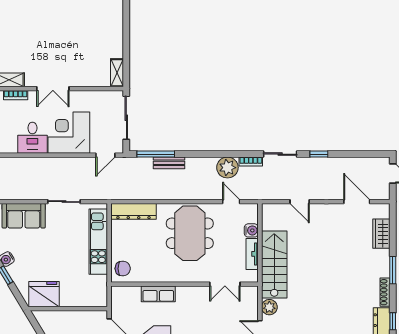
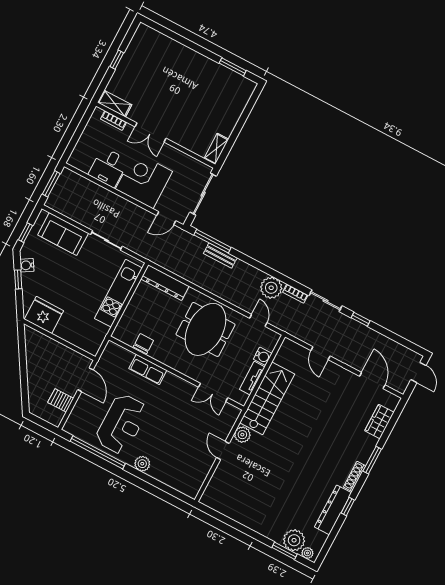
chair: (123, 269) -> (143, 344), moved, turned -90

